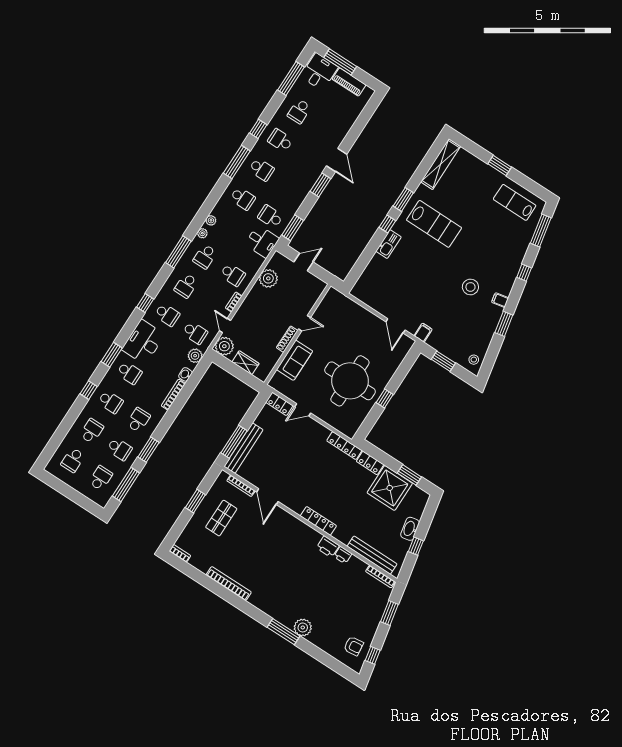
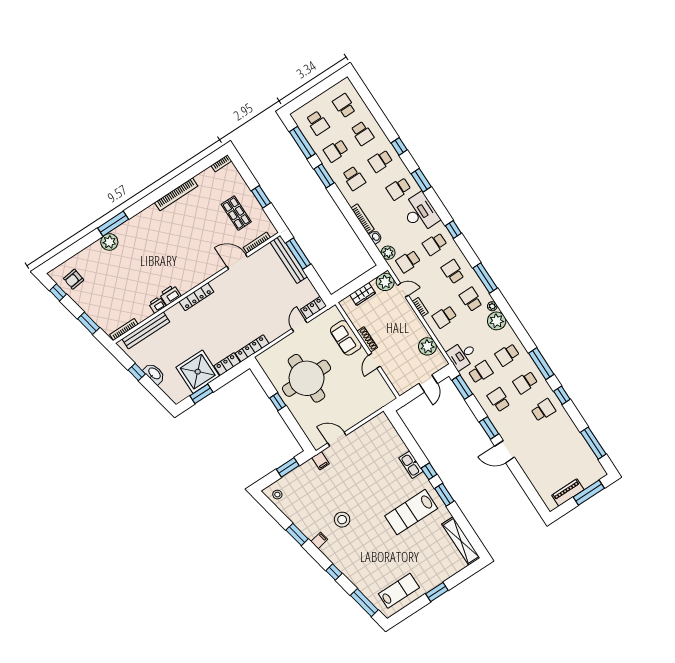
desk: (319, 72) -> (588, 471), removed
school desk: (299, 111) -> (499, 400), moved
plant: (211, 220) -> (497, 321), width x1.88, depth x1.88

